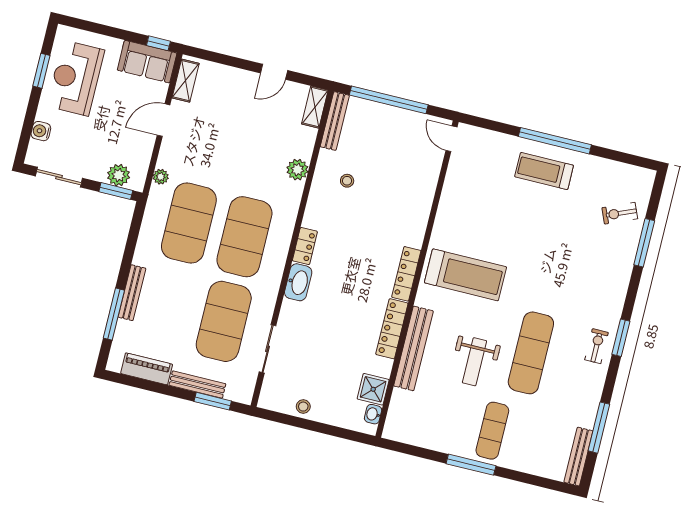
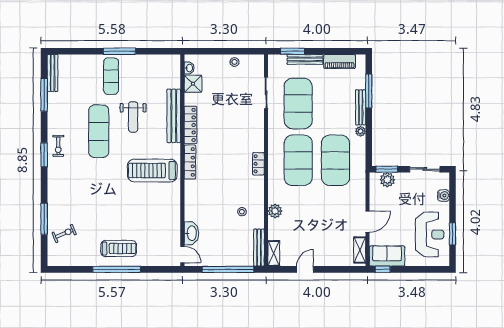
plant: (161, 177) -> (361, 131), moved
washbasin: (298, 282) -> (191, 233), moved, turned 180
weight bench: (474, 362) -> (133, 117), turned 180

